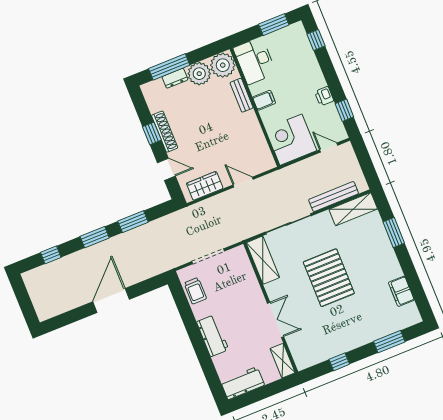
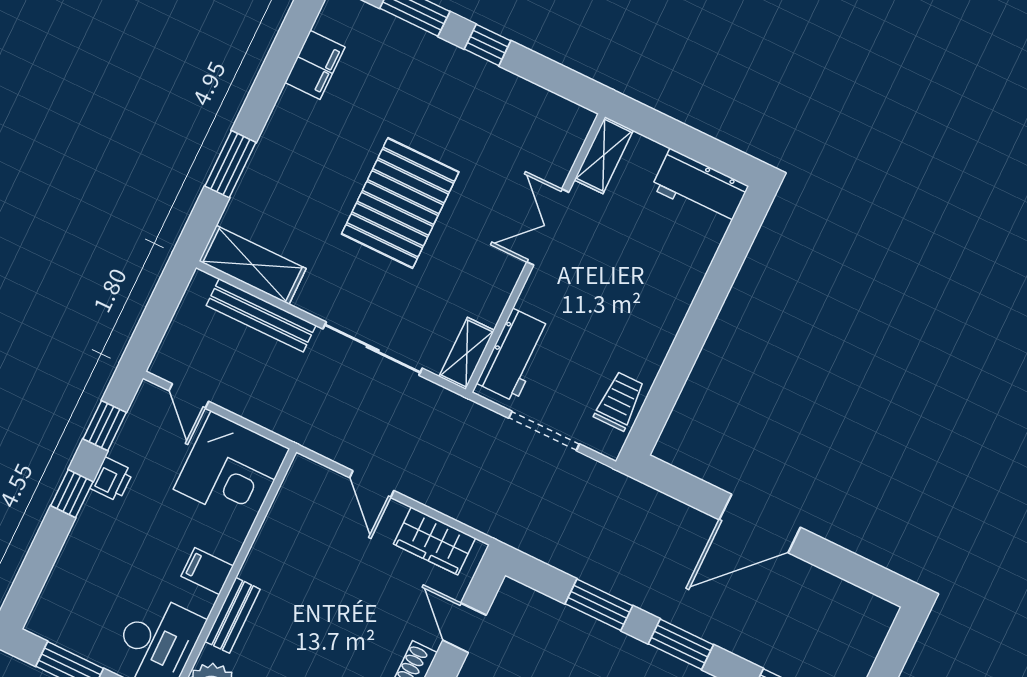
window: (316, 40) -> (72, 494), moved
shelving: (263, 260) -> (467, 353), width x0.67, depth x0.75
workbench: (213, 336) -> (514, 355), moved, turned 180
window: (339, 362) -> (488, 45), moved

